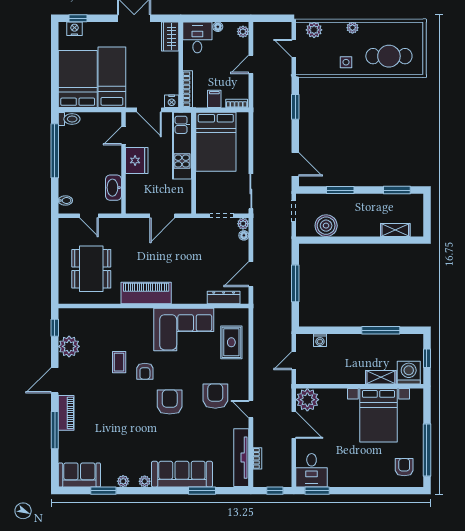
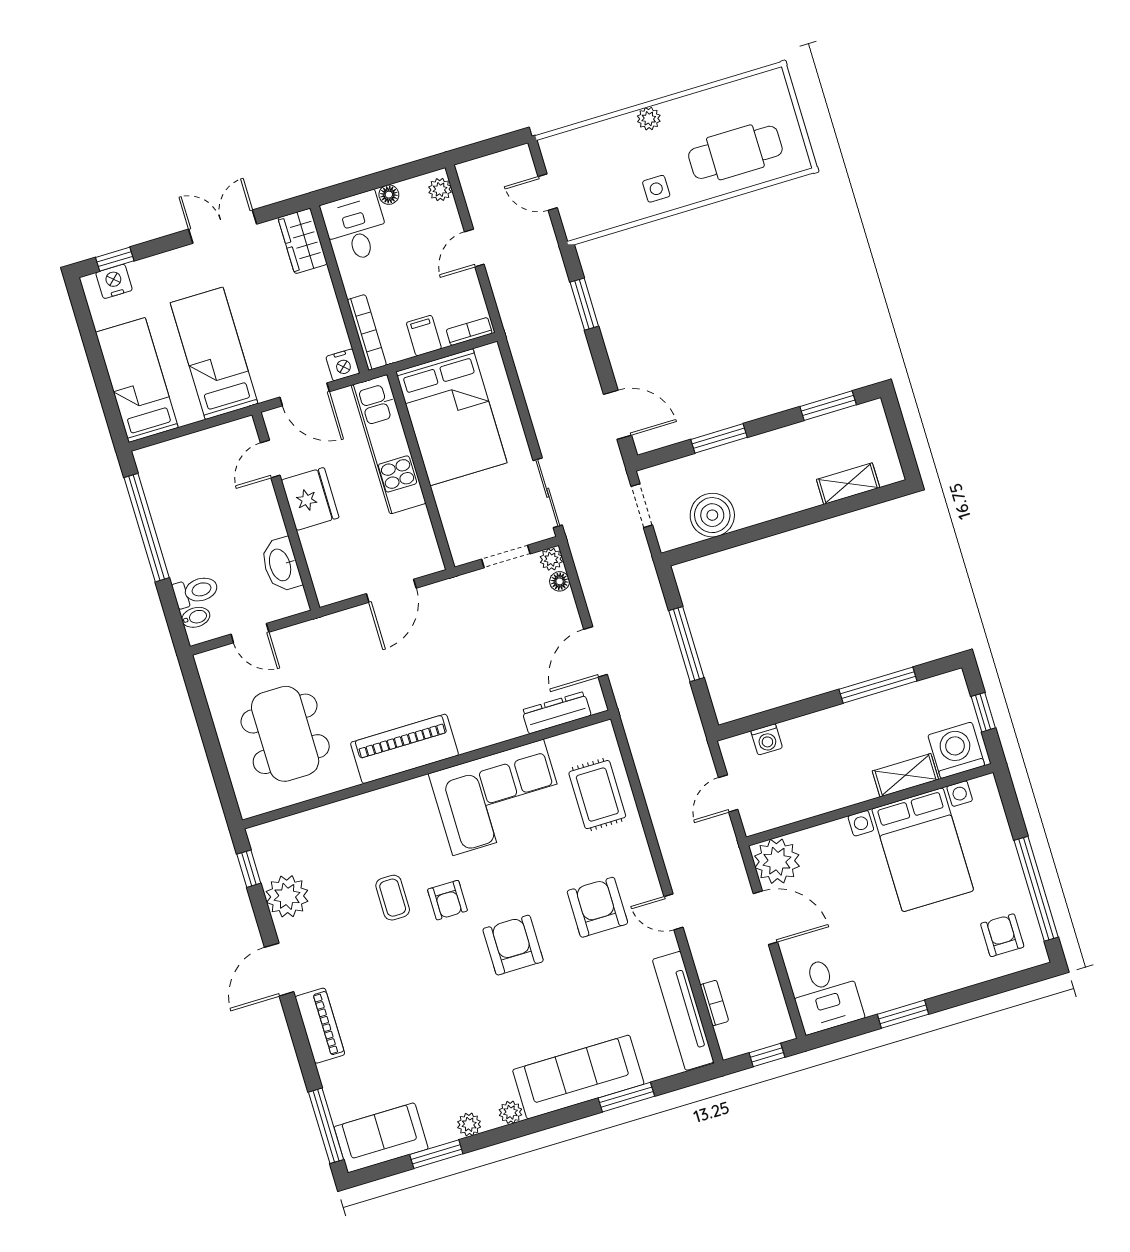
plant: (314, 30) -> (576, 145), removed
bed: (78, 79) -> (137, 380), width x0.67
toilet: (69, 119) -> (196, 591), moved
window: (55, 430) -> (326, 1126), moved
window: (317, 491) -> (903, 1014), moved

